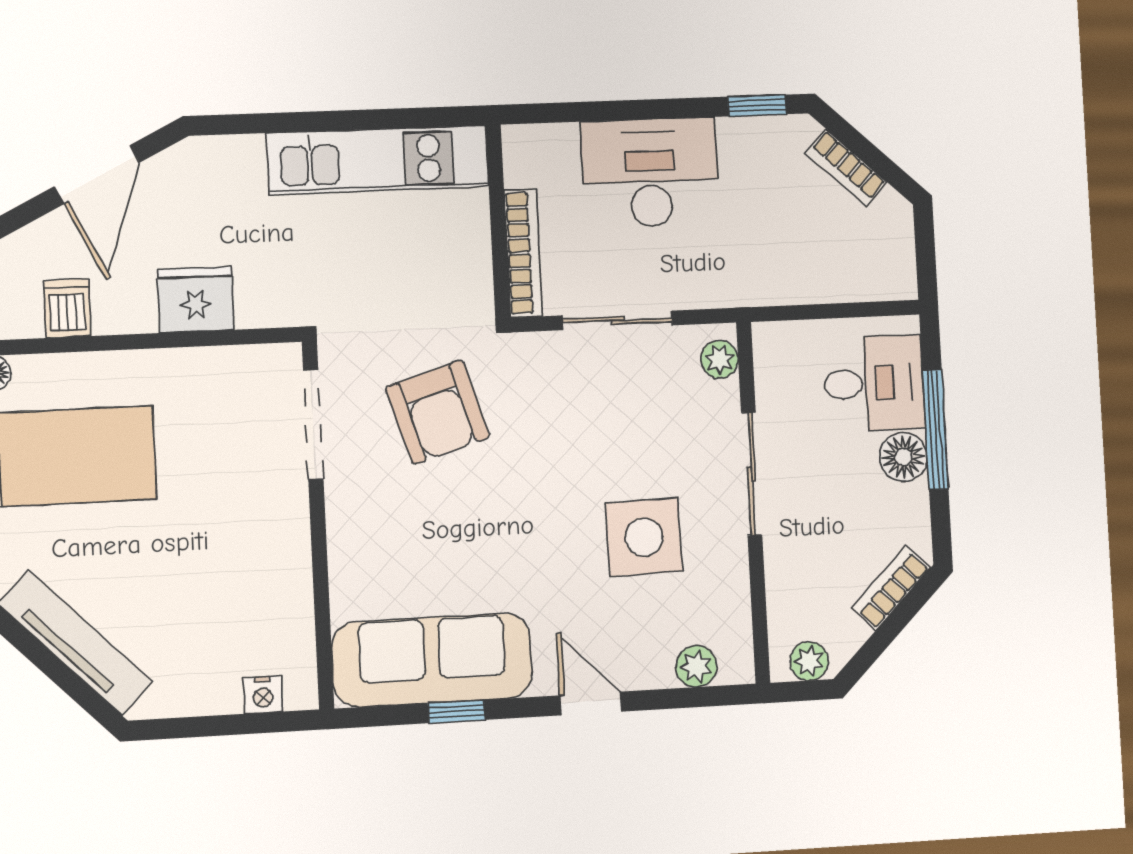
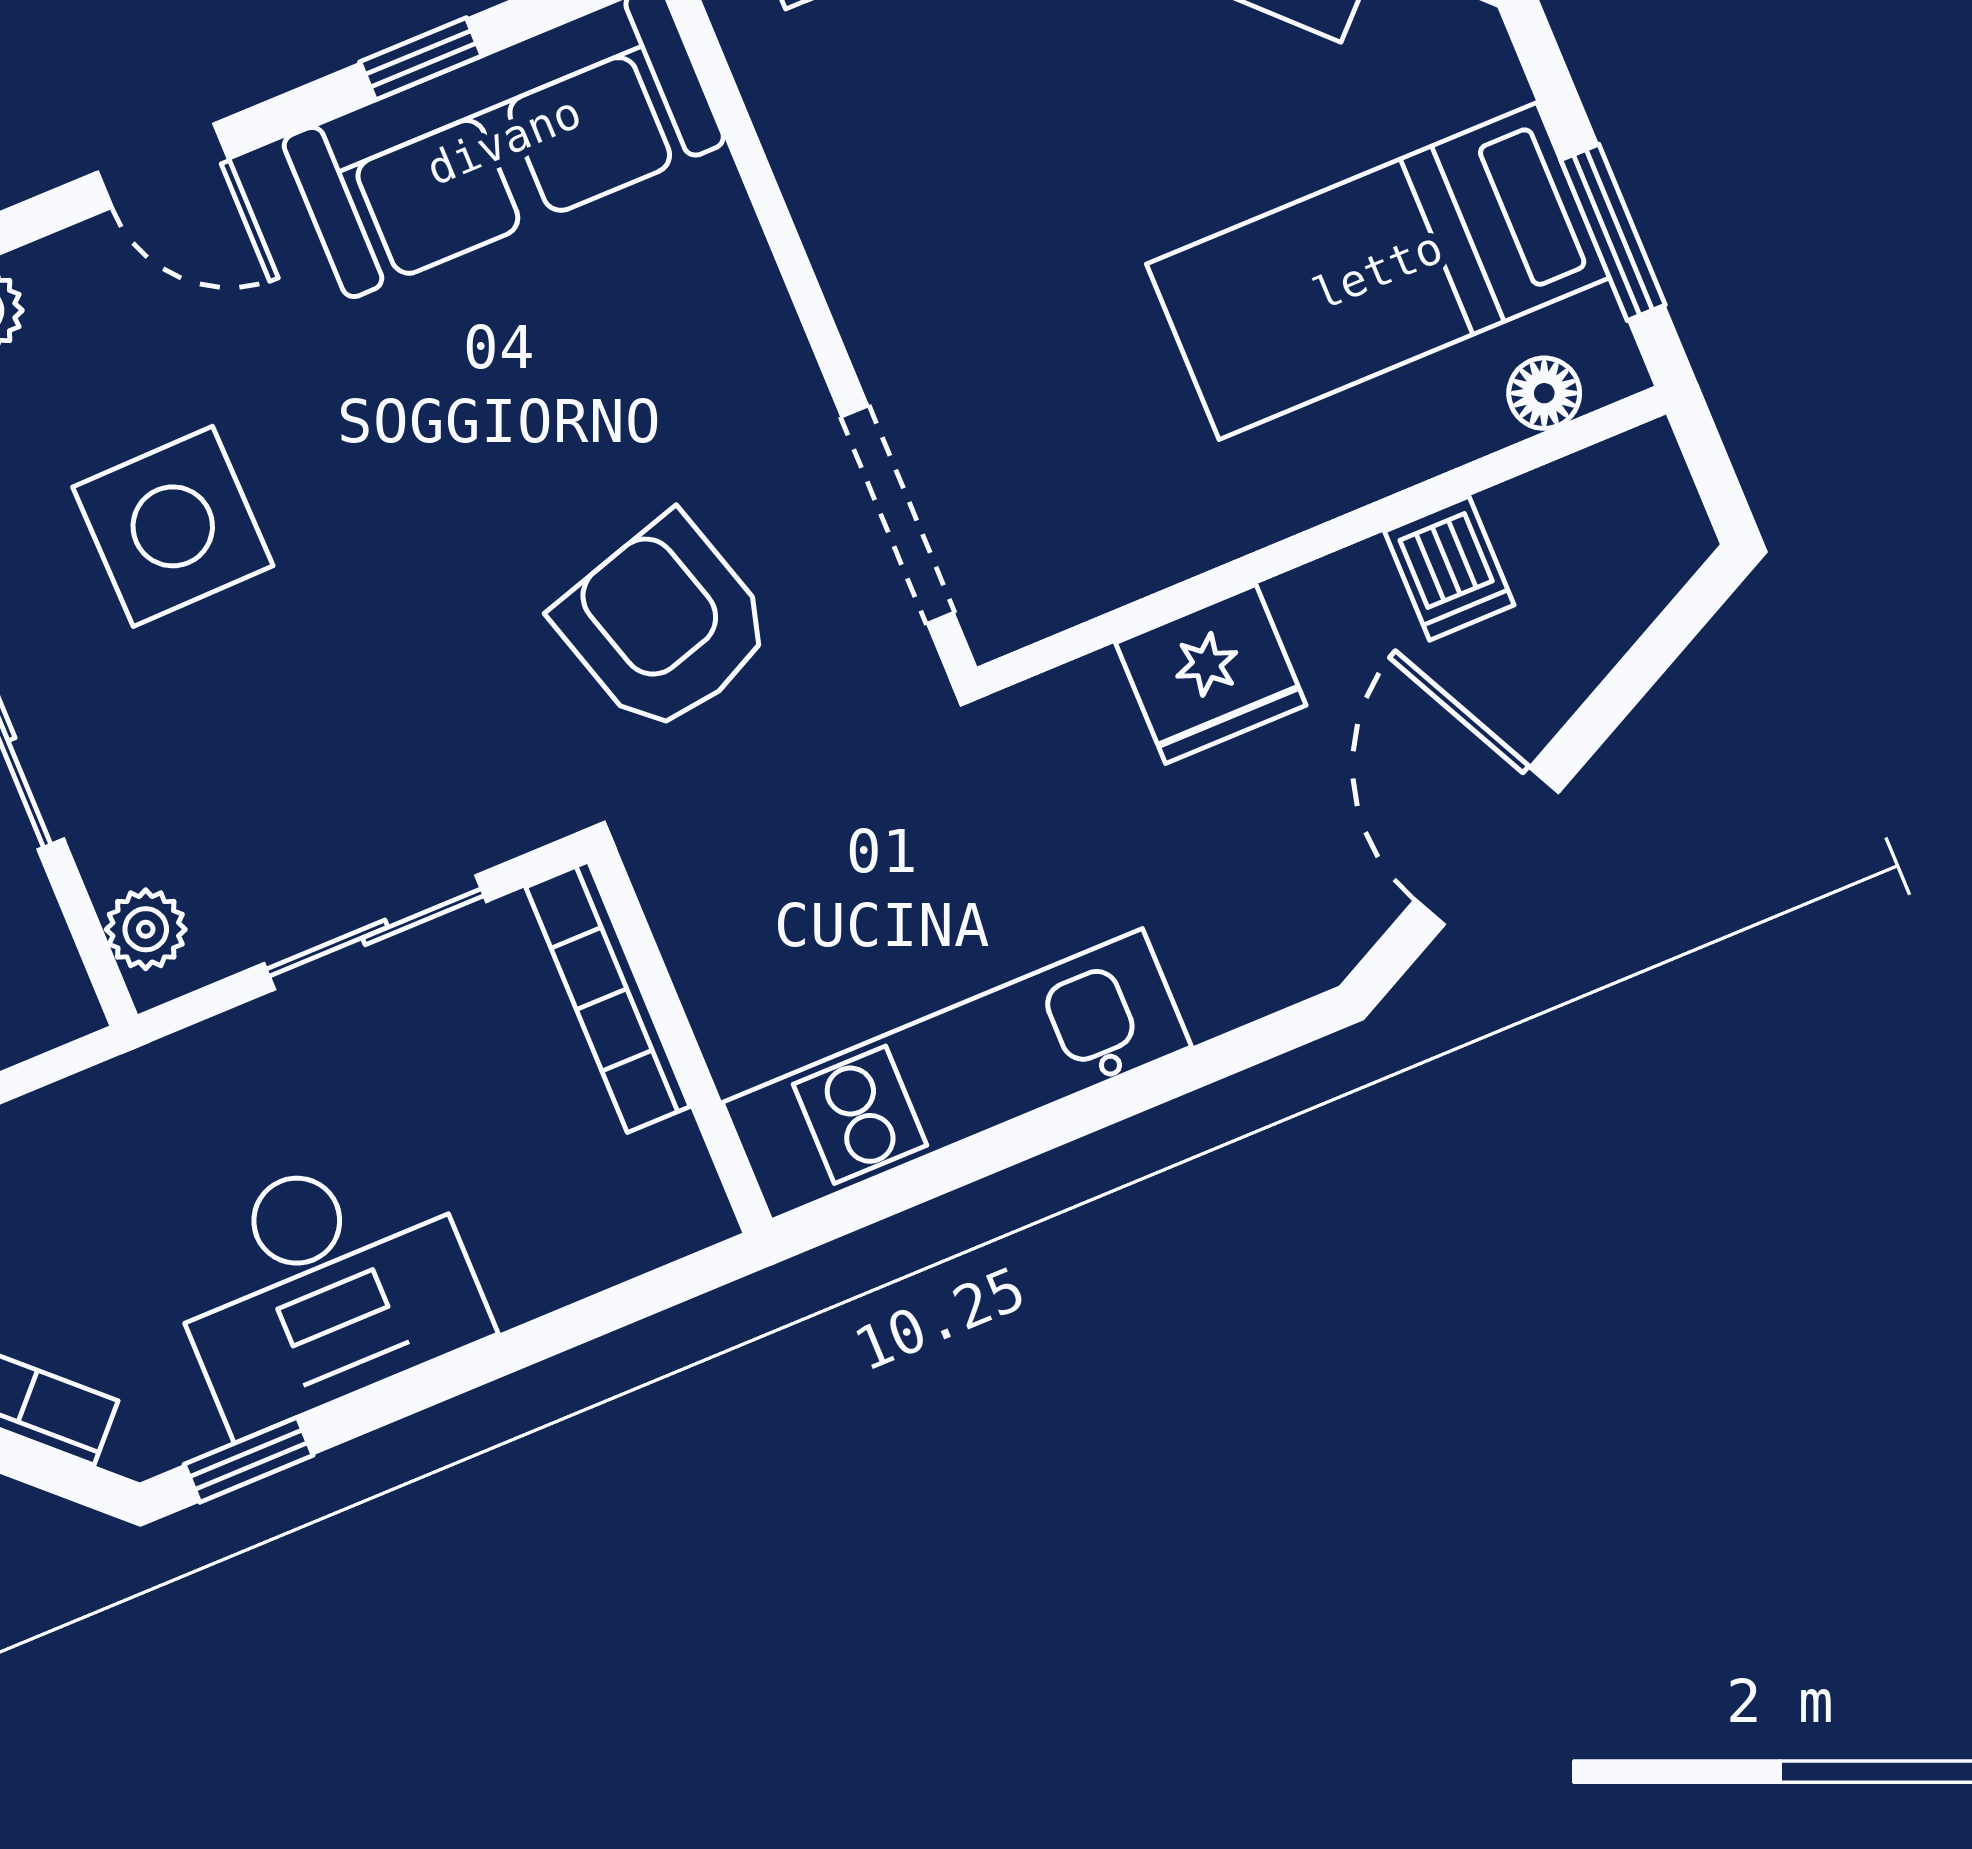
desk: (650, 173) -> (323, 1285), moved

